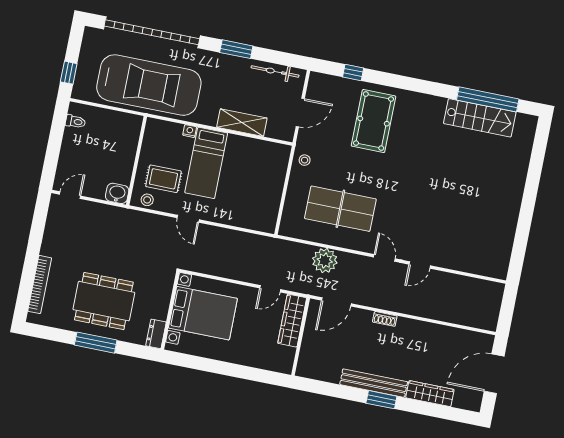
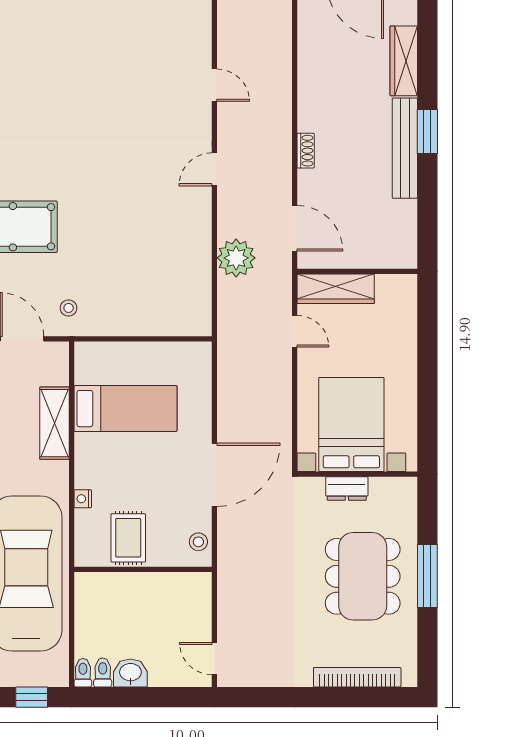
toilet: (78, 109) -> (83, 673), added
stool: (305, 160) -> (69, 308), moved
bed: (206, 163) -> (125, 409), moved
rug: (163, 179) -> (128, 538), moved
washbasin: (117, 193) -> (130, 673), moved, turned 90
table tennis table: (340, 209) -> (154, 250), removed
door: (188, 219) -> (214, 475), width x1.88
door: (420, 265) -> (214, 85), moved
dresser: (156, 334) -> (347, 489), moved

